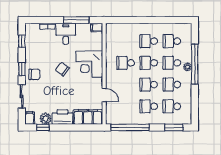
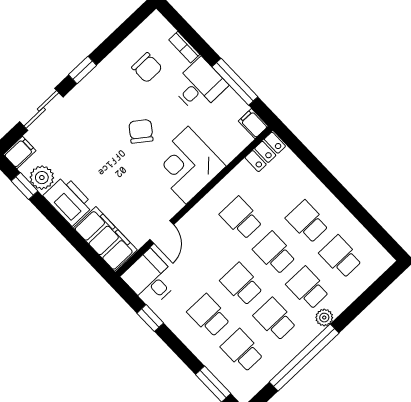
locker: (111, 33) -> (265, 152), added
window: (22, 41) -> (124, 30), removed
window: (195, 64) -> (304, 357), moved
chair: (34, 74) -> (147, 68), moved
desk: (117, 114) -> (151, 279), added
window: (130, 127) -> (150, 318), width x0.32

